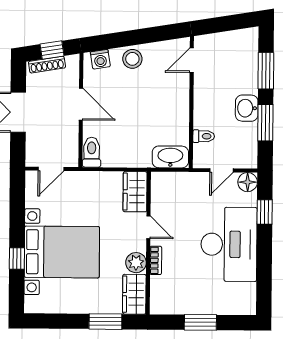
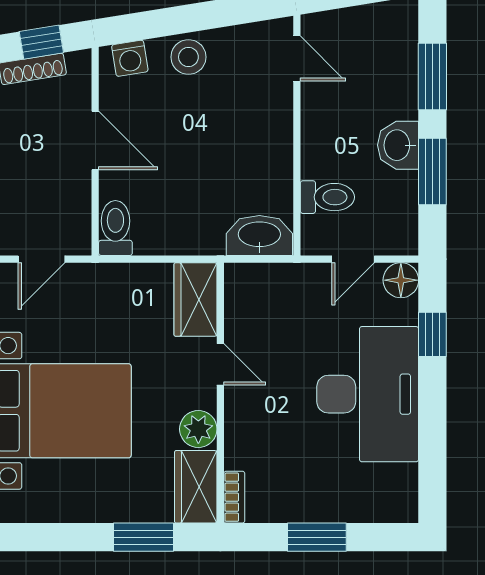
door: (192, 60) -> (297, 58), swing flipped
toilet: (204, 136) -> (327, 197), width x1.37, depth x1.39
bookcase: (156, 260) -> (234, 497), moved

